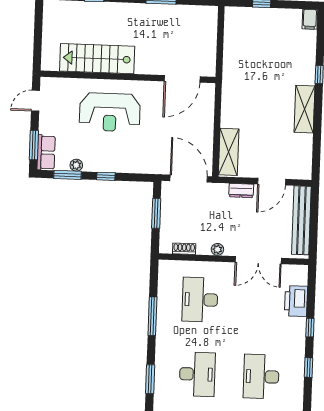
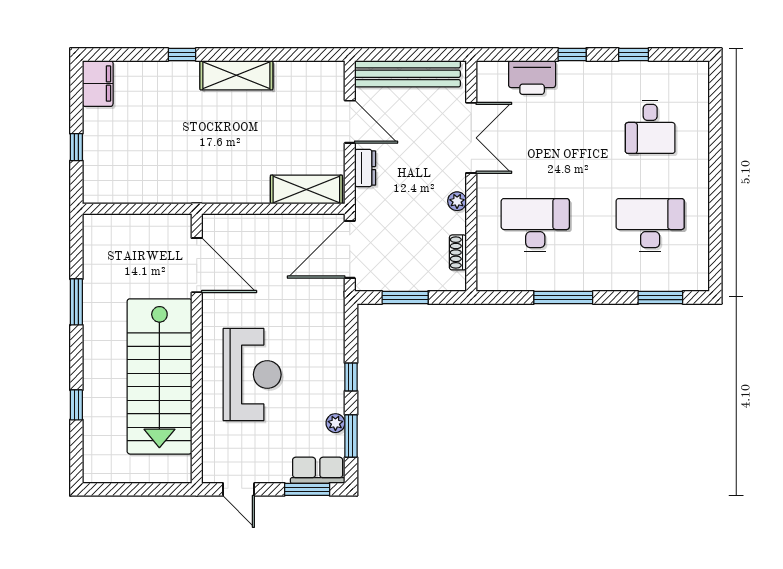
filing cabinet: (310, 19) -> (98, 83), width x2.00
stairs: (97, 59) -> (159, 376), width x1.36, depth x1.51
desk: (200, 300) -> (535, 225), turned 180
desk: (261, 377) -> (650, 127), width x0.73

